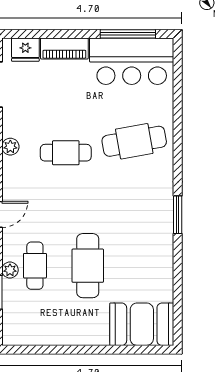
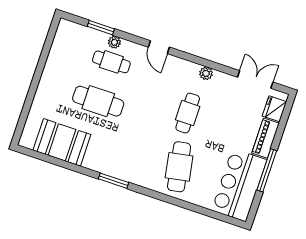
window: (128, 34) -> (267, 170), moved
booth: (142, 324) -> (62, 142), moved, turned 90

